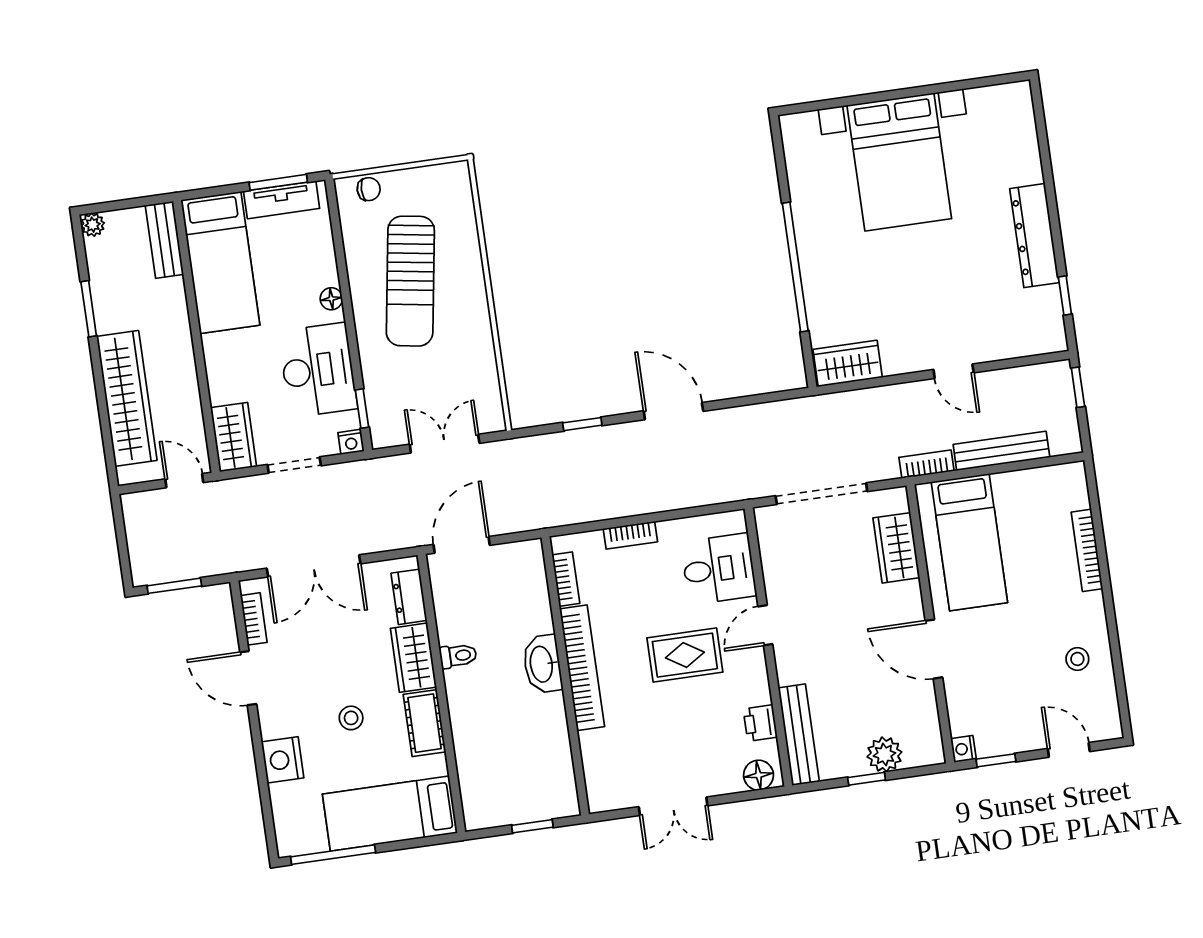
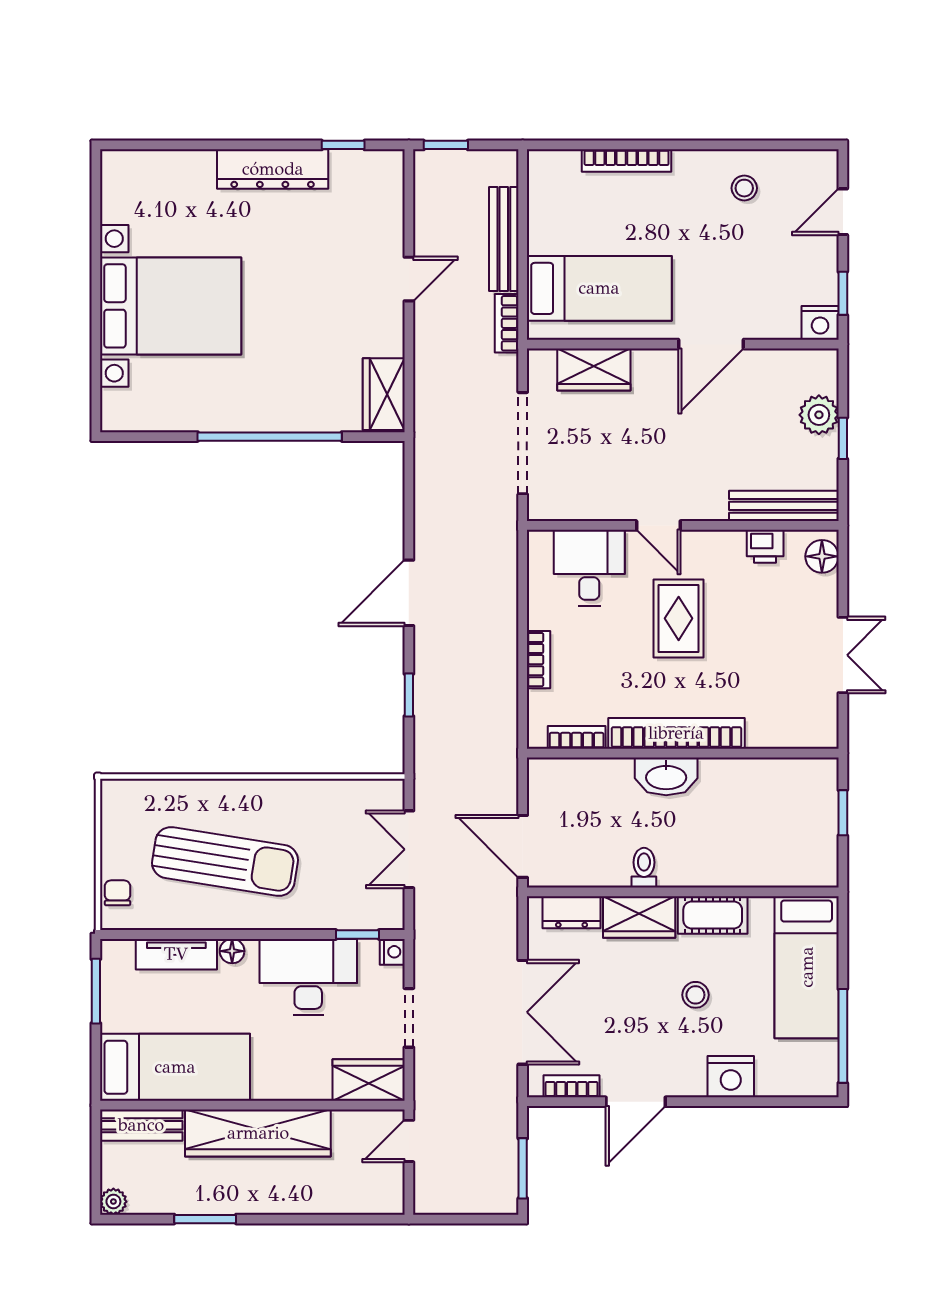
tv unit: (282, 200) -> (176, 954), moved, turned 90
wardrobe: (127, 398) -> (258, 1133), moved, turned 180
nightstand: (963, 749) -> (820, 323), width x1.39, depth x1.35

